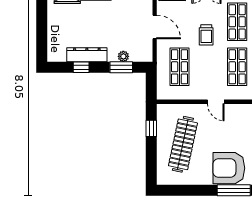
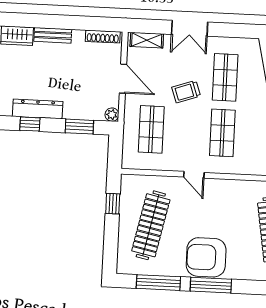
trolley: (206, 35) -> (186, 92), turned 71
plant: (123, 56) -> (112, 115), moved
window: (191, 190) -> (158, 283), added

